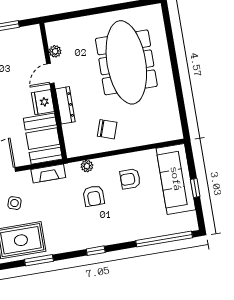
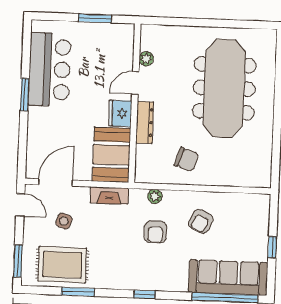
armchair: (130, 179) -> (201, 221), turned -64
sofa: (176, 179) -> (228, 277), moved, turned 90

